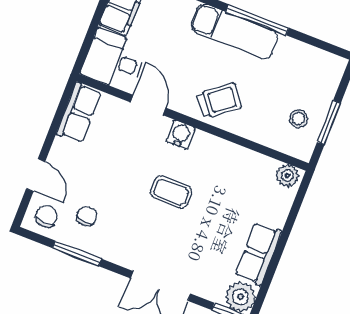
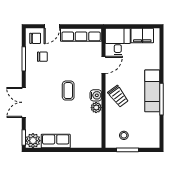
row of seats: (79, 113) -> (81, 35), width x1.48
water cooler: (181, 135) -> (96, 95), moved
plant: (287, 176) -> (96, 108), moved

